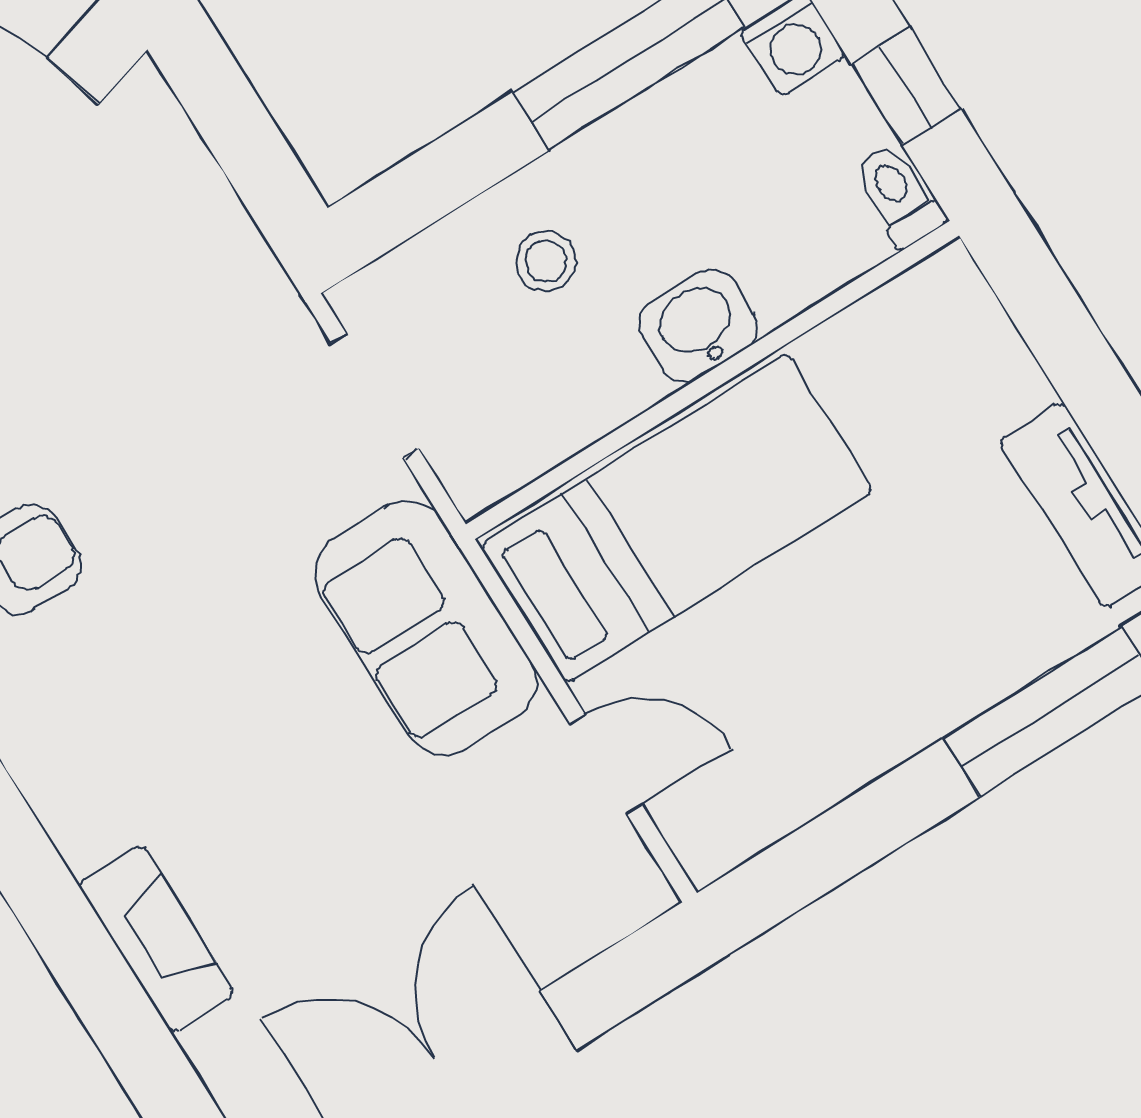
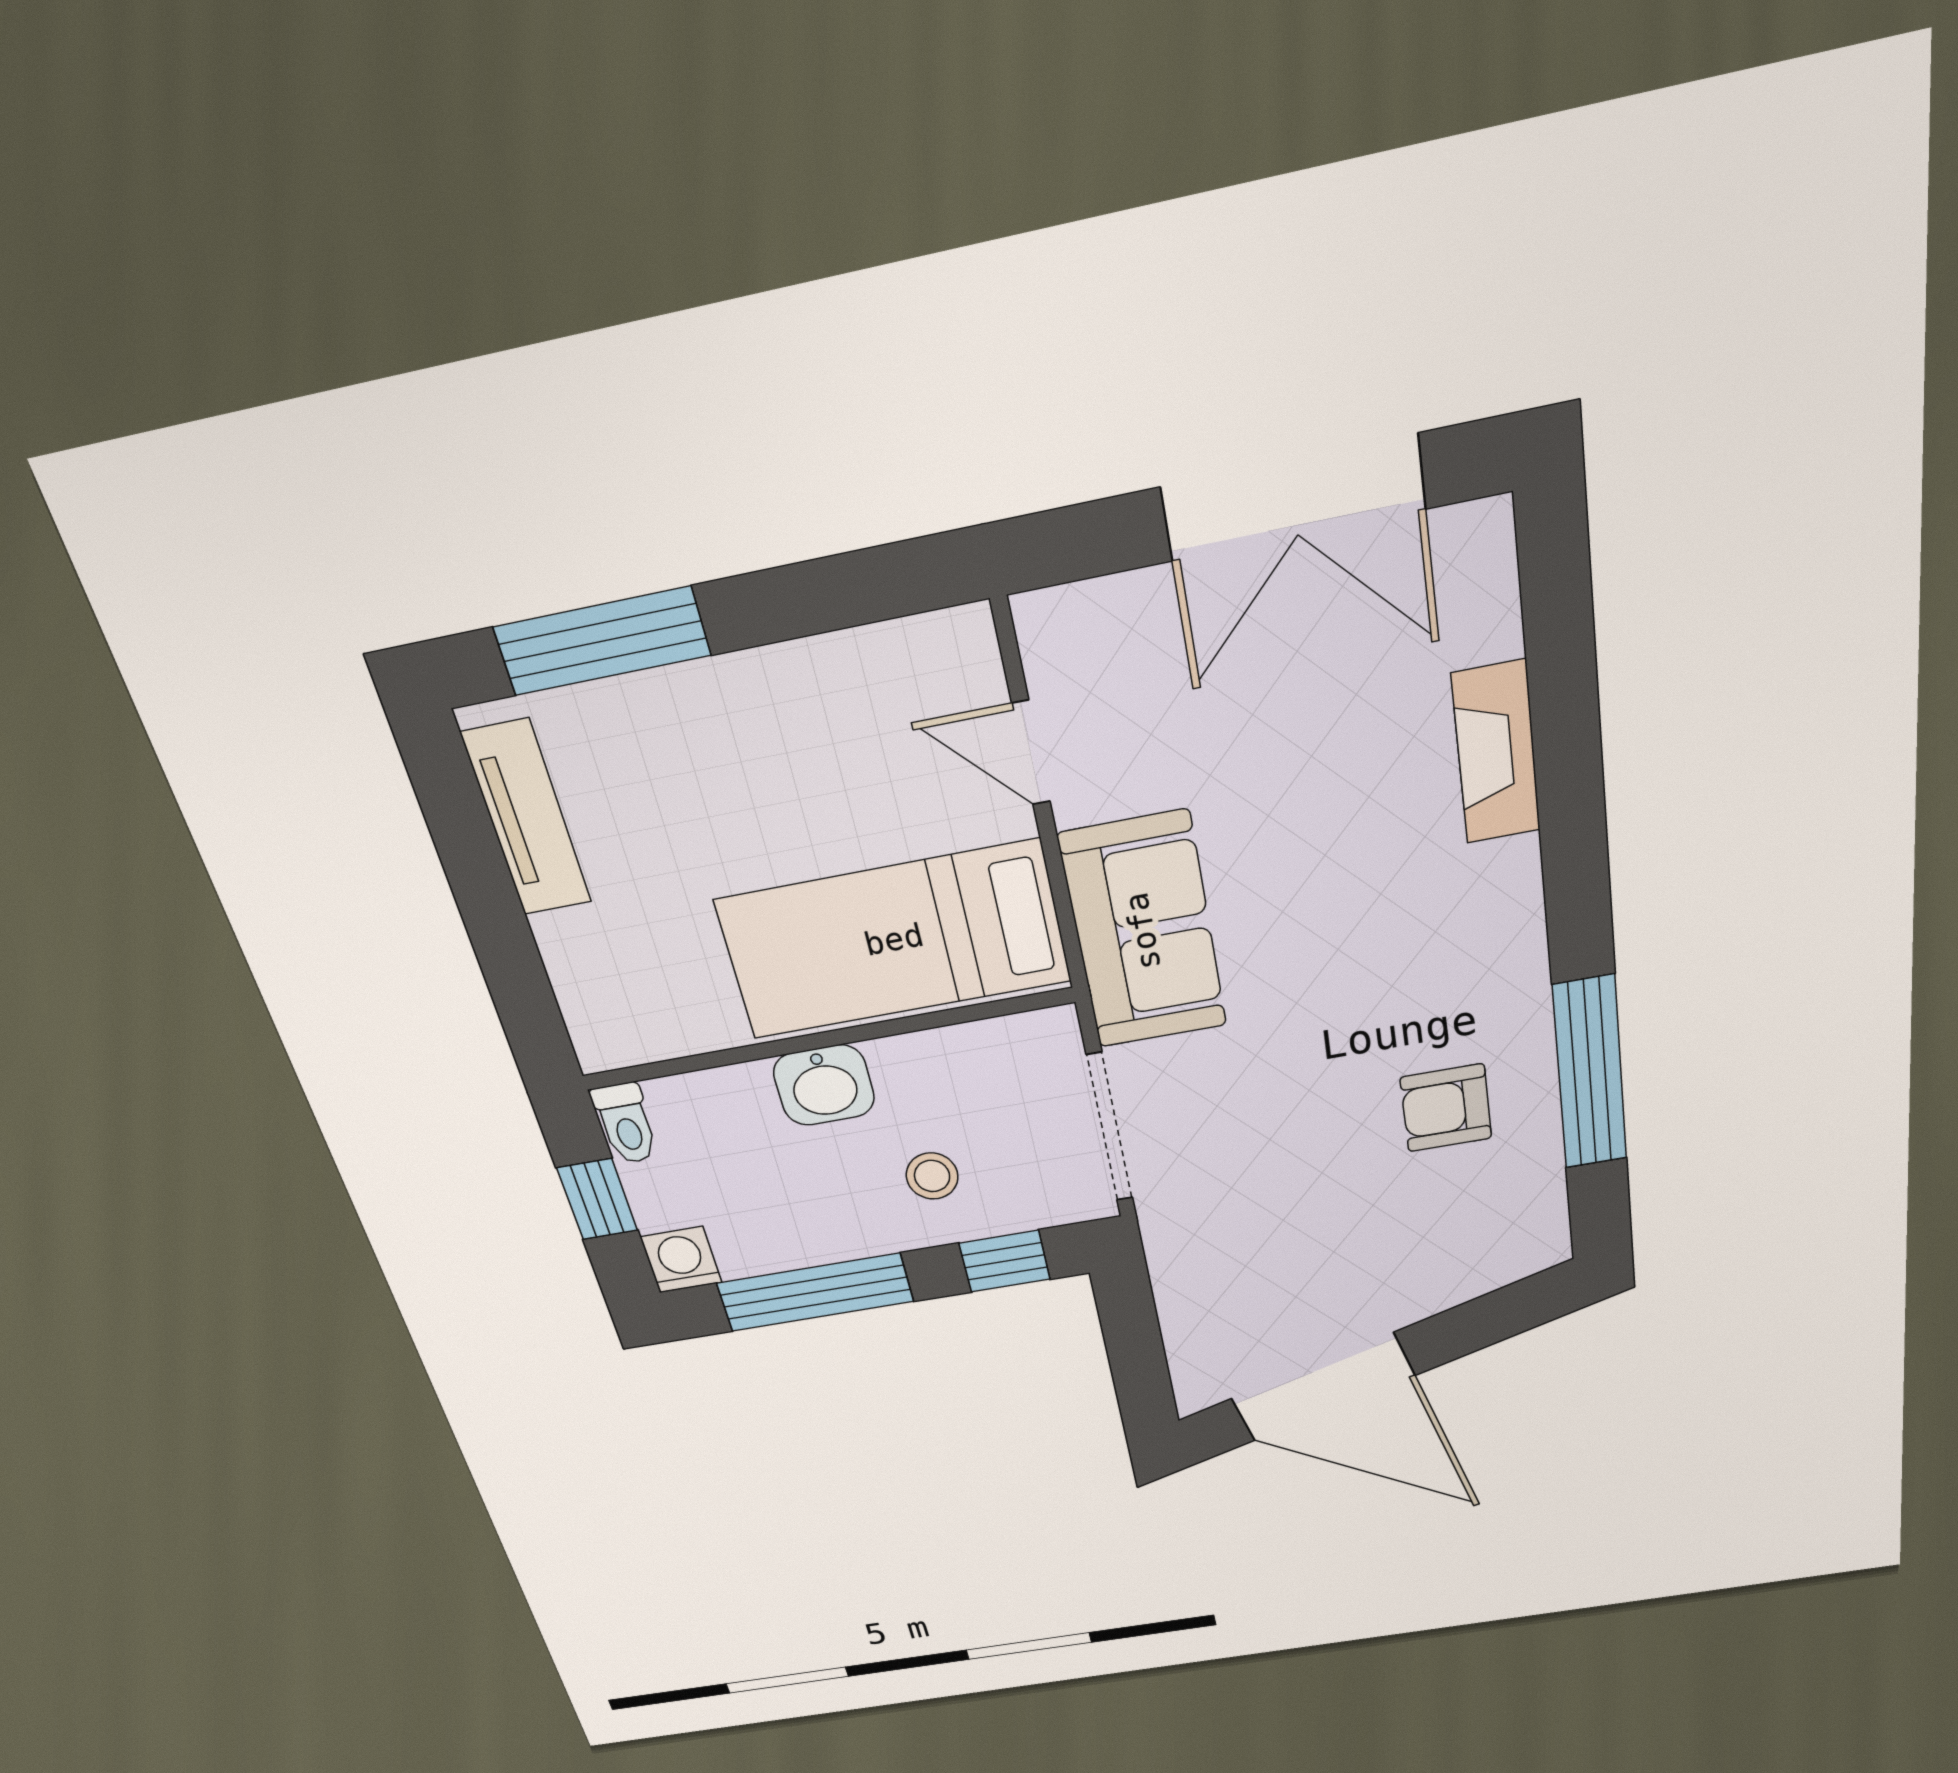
window: (429, 185) -> (1005, 1261), added
doorway: (375, 396) -> (1110, 1127), width x1.38

